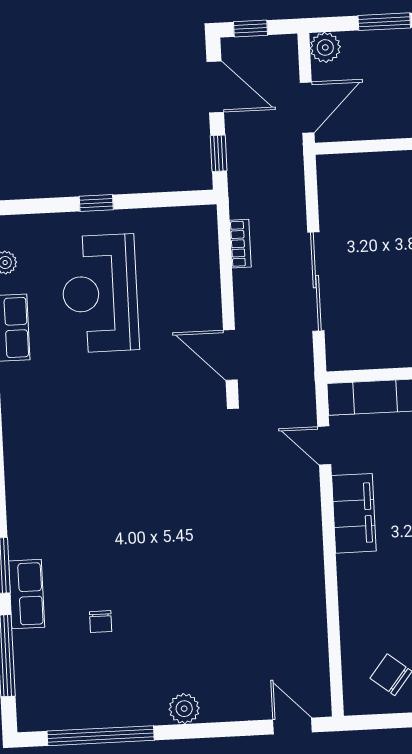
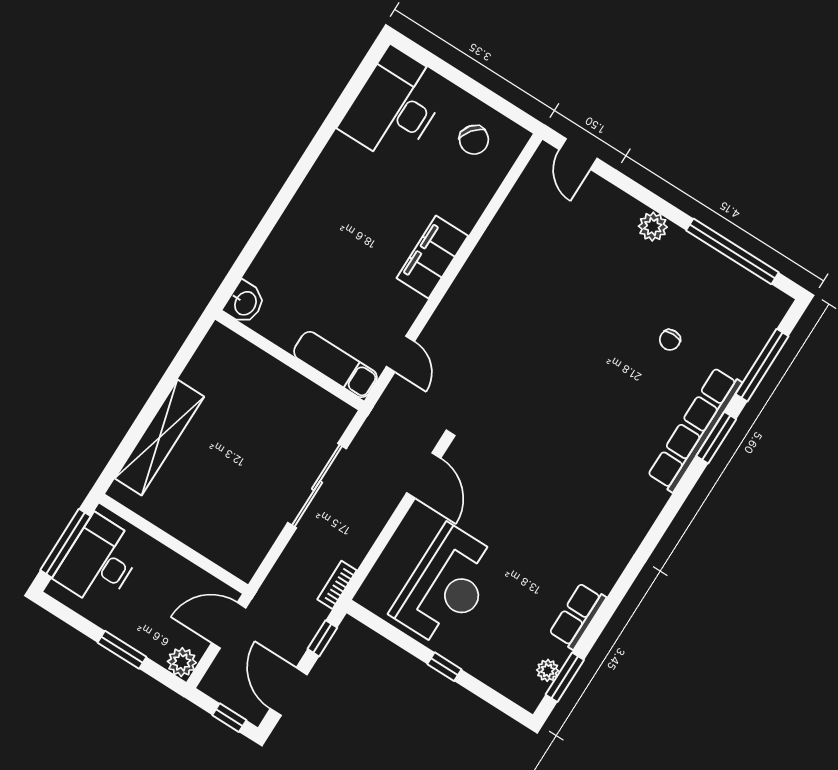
bookcase: (240, 244) -> (337, 585), moved
reception desk: (100, 293) -> (446, 586), moved
filing cabinet: (354, 513) -> (432, 257), moved
row of seats: (27, 594) -> (695, 429), width x2.02
chair: (101, 622) -> (670, 340), turned 180

